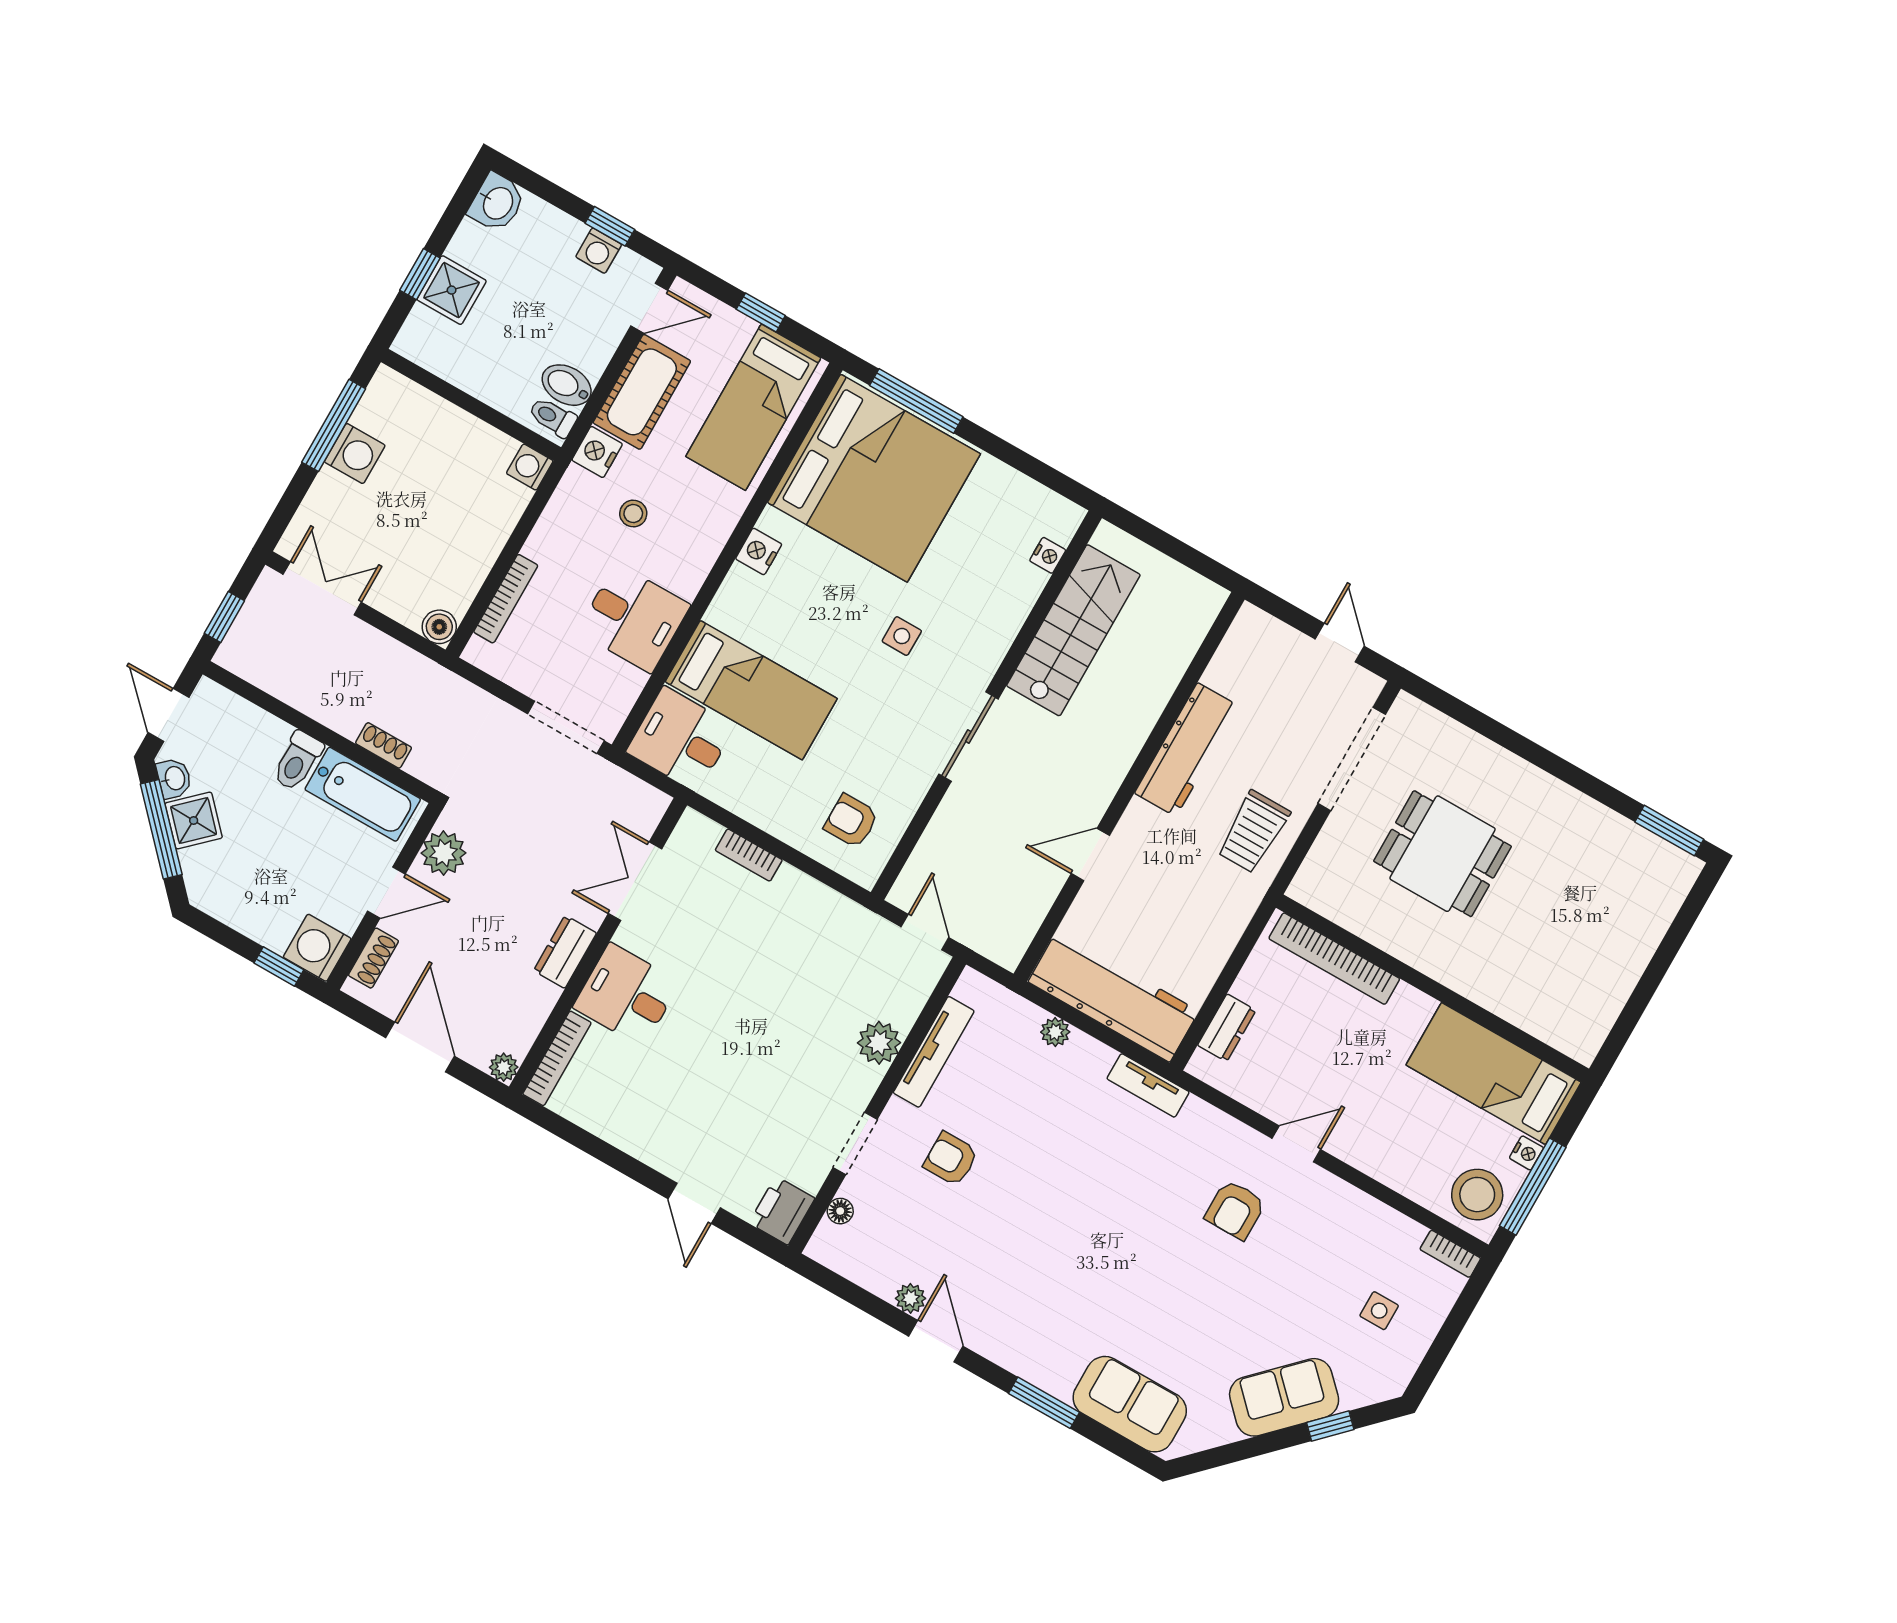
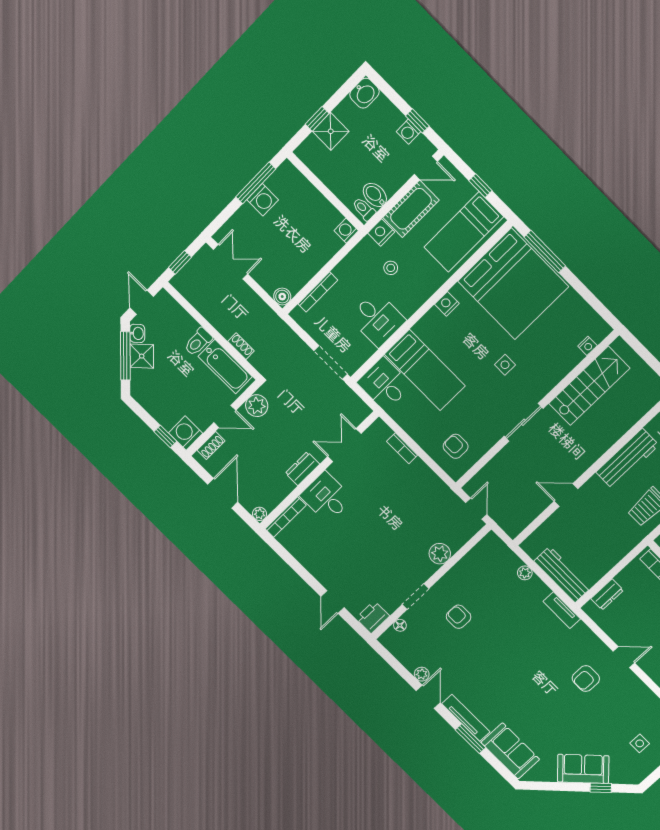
workbench: (1113, 996) -> (562, 574), width x0.73, depth x0.76
tv unit: (934, 1052) -> (466, 718), moved, turned -90

